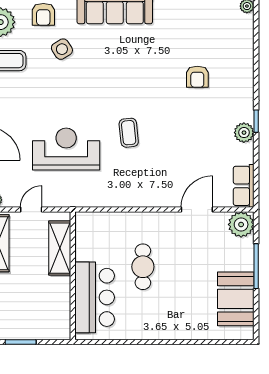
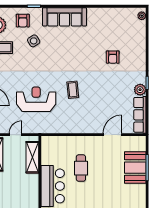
row of seats: (244, 186) -> (140, 115), width x1.48
plant: (241, 224) -> (138, 143), removed
booth: (236, 299) -> (135, 168), moved

